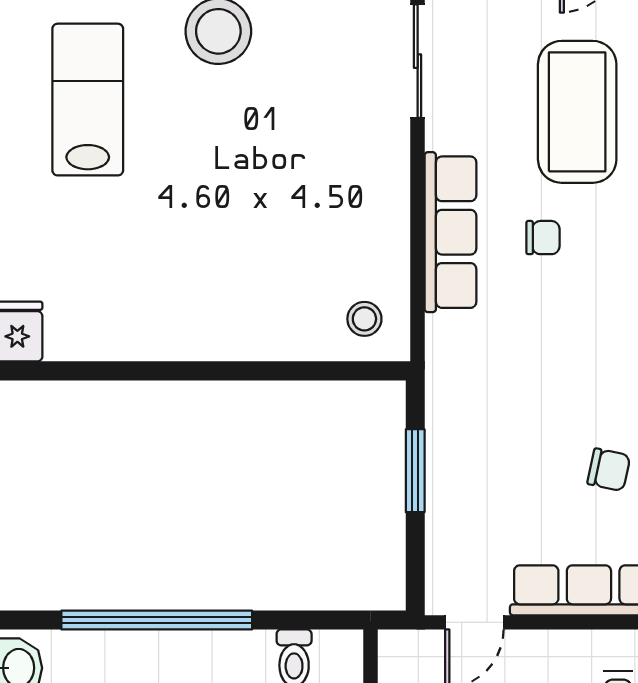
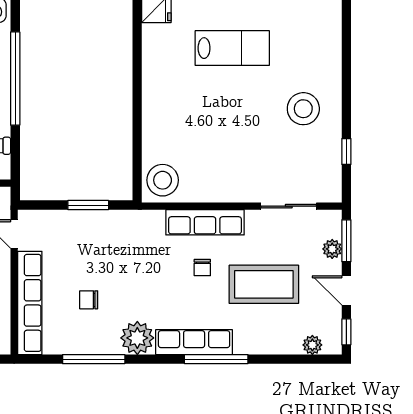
lab bench: (88, 100) -> (232, 48), moved
stool: (364, 319) -> (163, 180), width x1.89, depth x1.89
chair: (609, 470) -> (89, 300), turned 78

